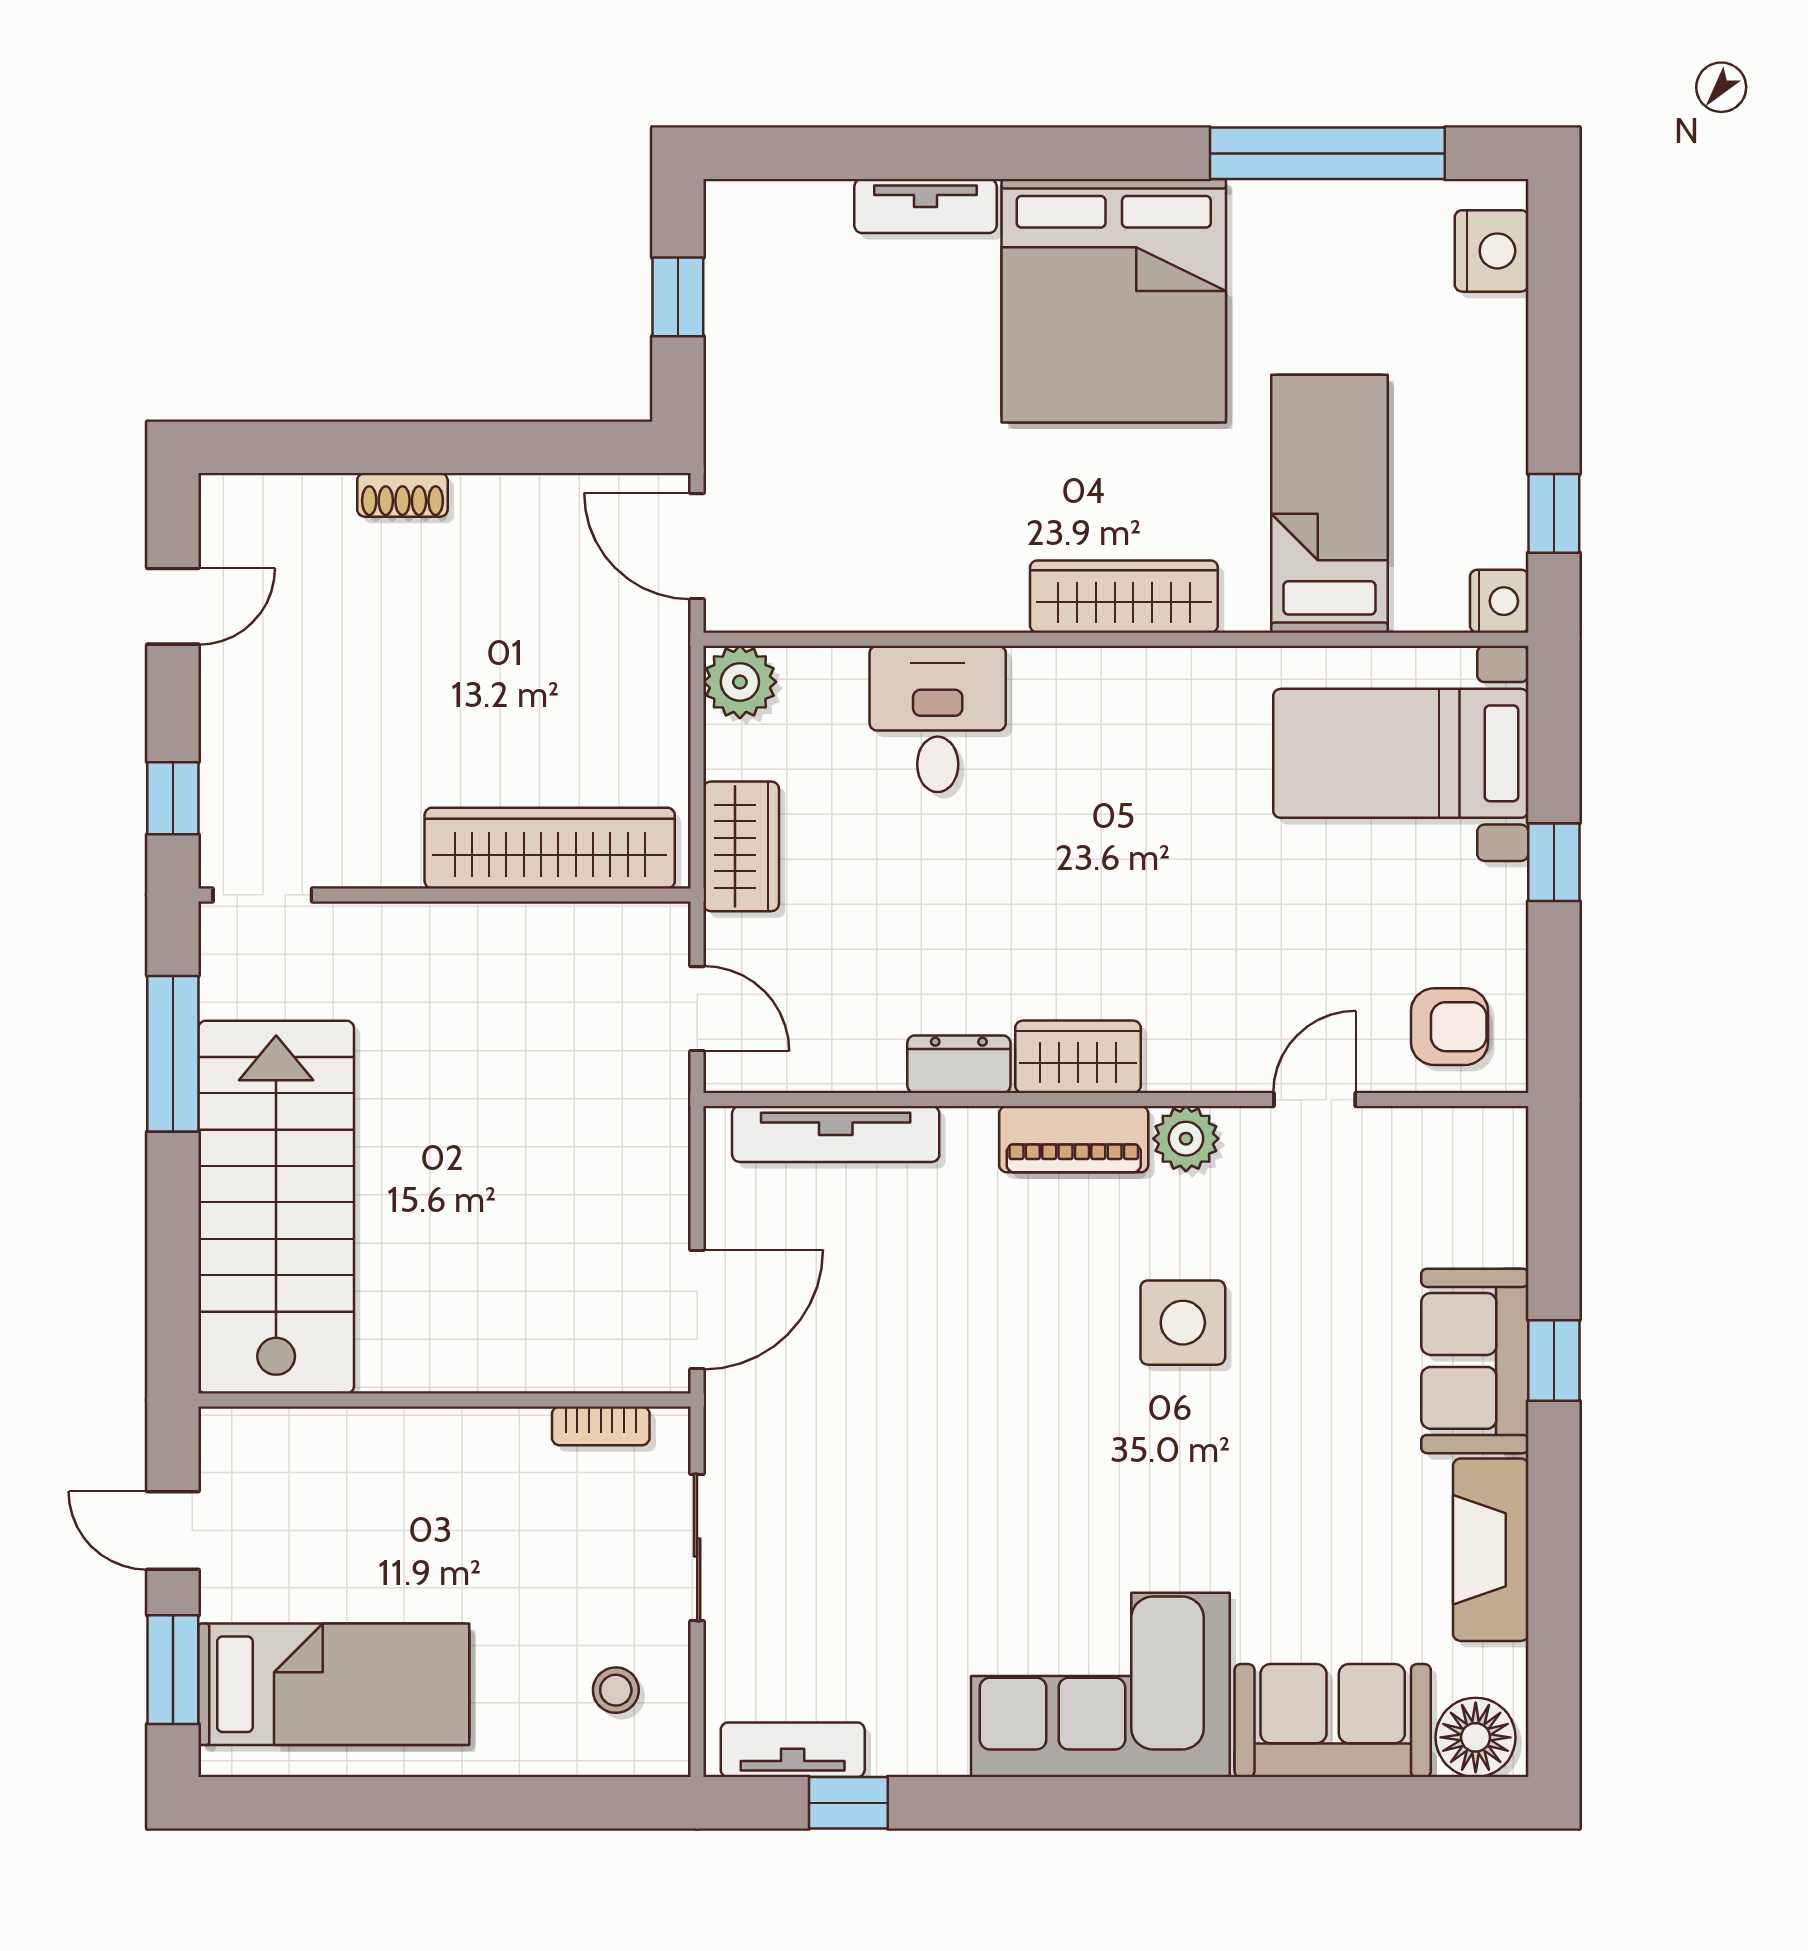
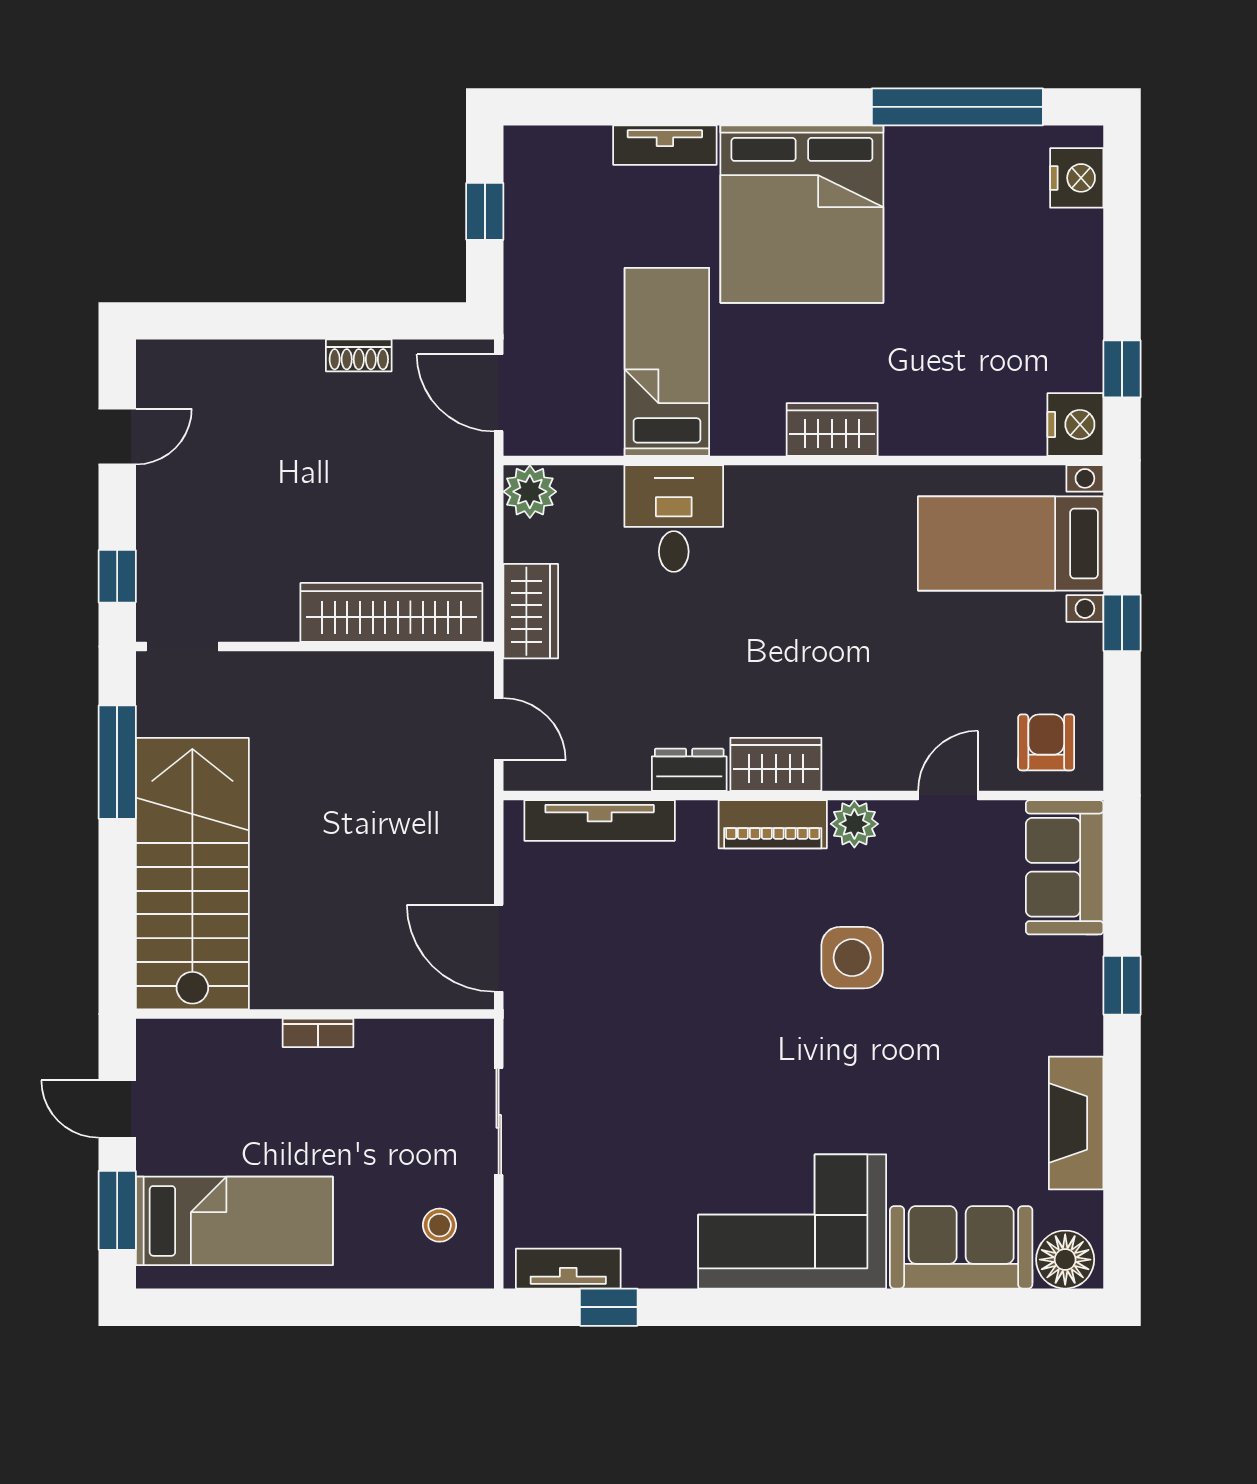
shoe rack: (402, 495) -> (359, 355), moved
bed: (1329, 504) -> (667, 362), moved
wardrobe: (1124, 597) -> (832, 429), width x0.67
nightstand: (1499, 601) -> (1075, 424), width x1.36, depth x1.33
armchair: (1450, 1027) -> (1046, 742), turned -90
door: (697, 1309) -> (499, 948), swing flipped
sofa: (1475, 1361) -> (1065, 867), moved
bookcase: (601, 1426) -> (318, 1033), moved

